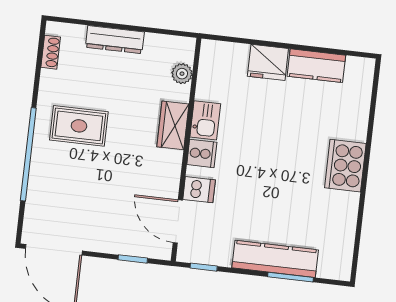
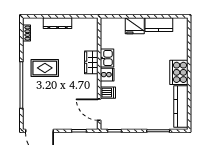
plant: (182, 74) -> (93, 36), removed
kitchen counter: (275, 259) -> (181, 106), moved, turned -90

